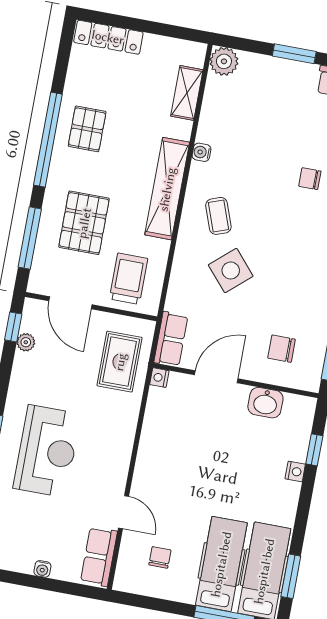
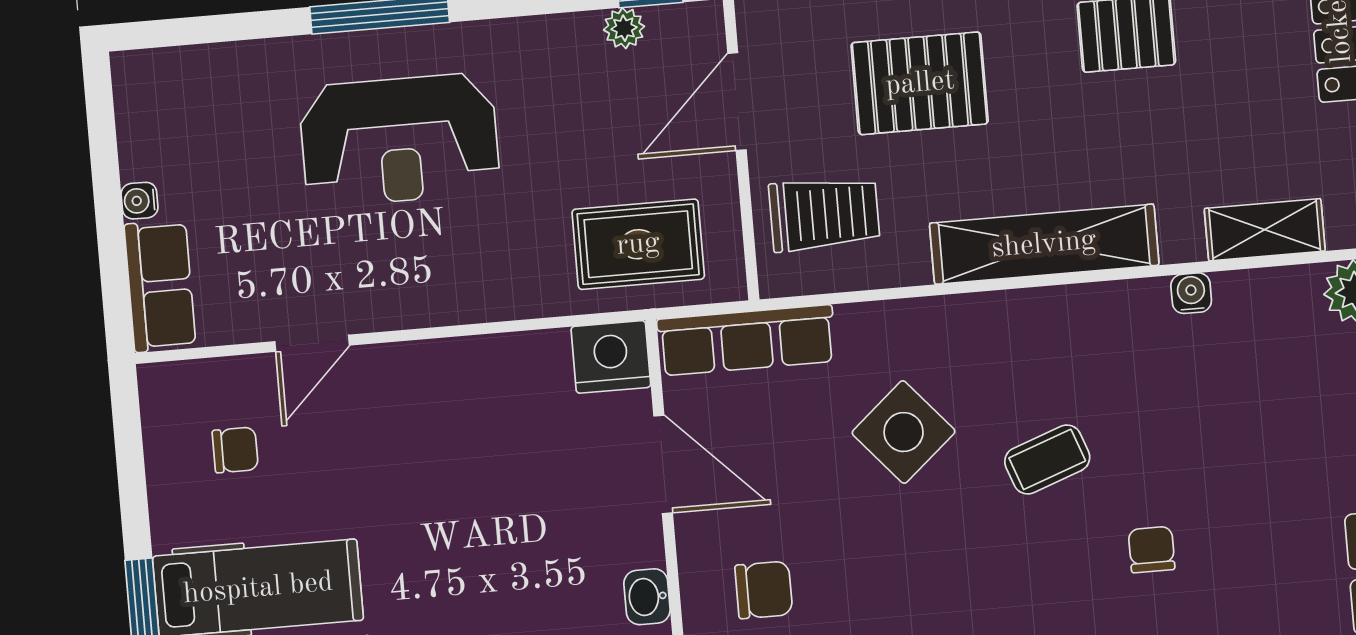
water cooler: (201, 152) -> (1191, 293), moved
coffee table: (218, 216) -> (1047, 459), moved
row of seats: (171, 339) -> (746, 340), width x1.48
chair: (282, 349) -> (764, 590), turned 90
nightstand: (159, 378) -> (611, 357), width x1.89, depth x1.79
washbasin: (265, 403) -> (647, 597), width x0.72, depth x0.69
row of seats: (99, 557) -> (160, 286), moved, turned 90

